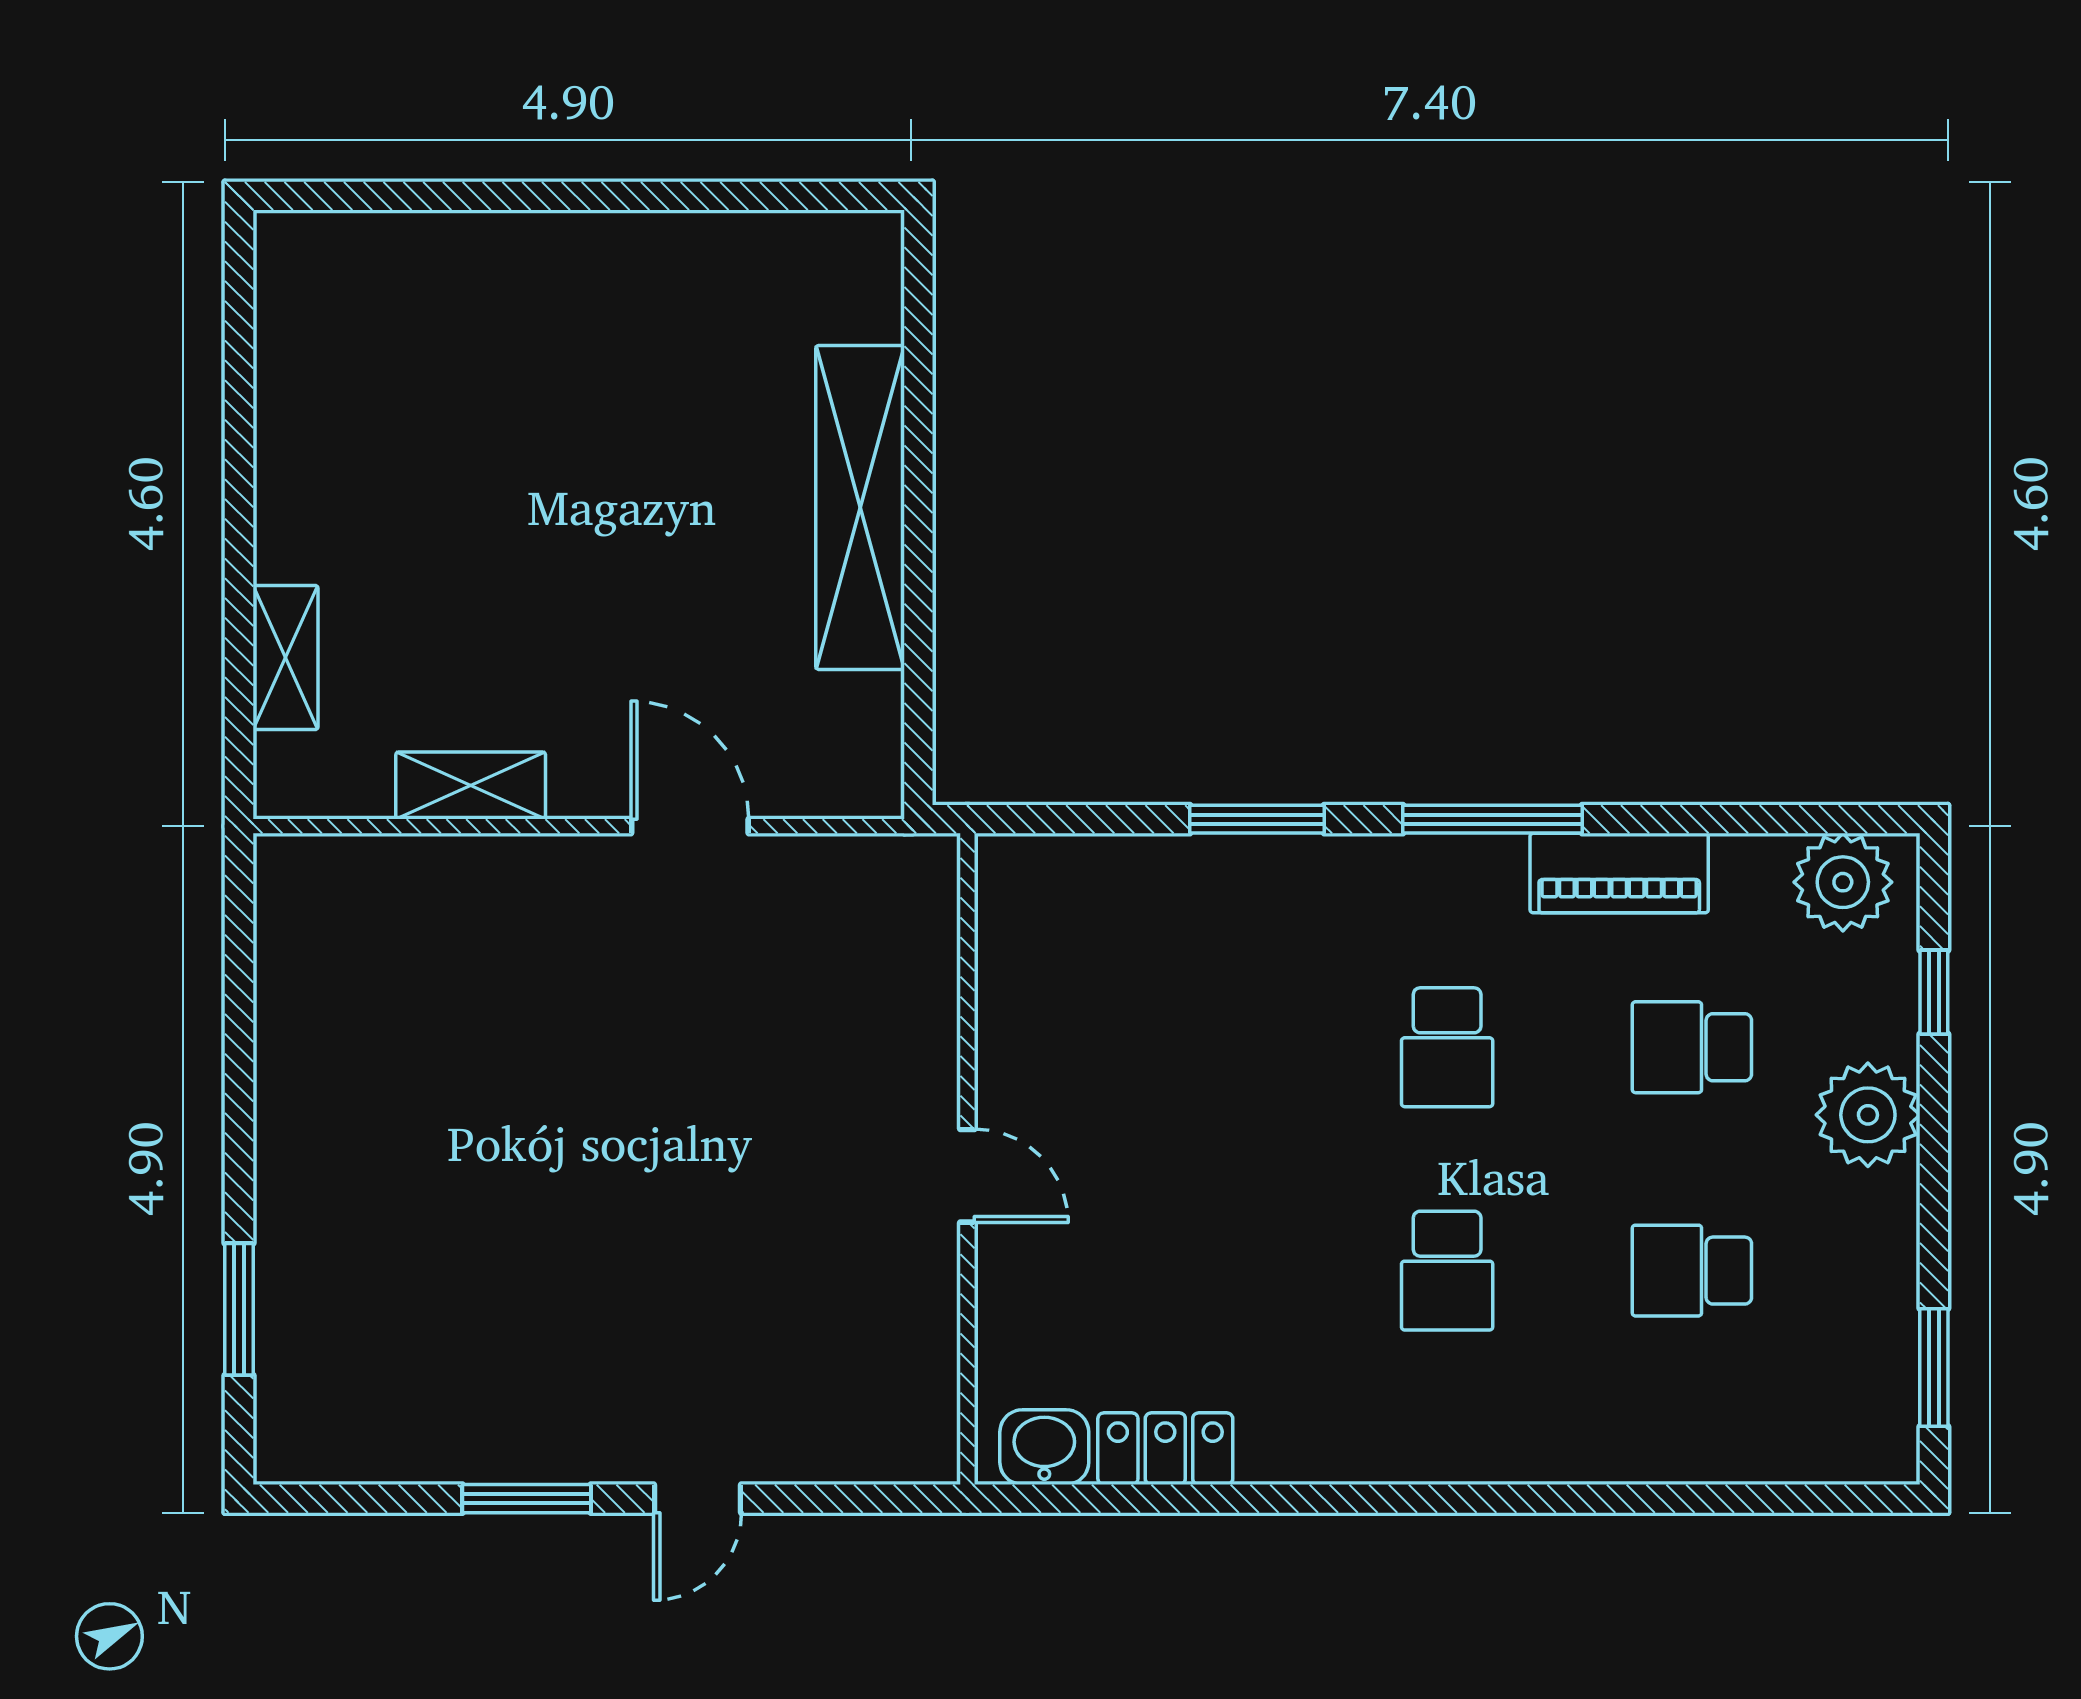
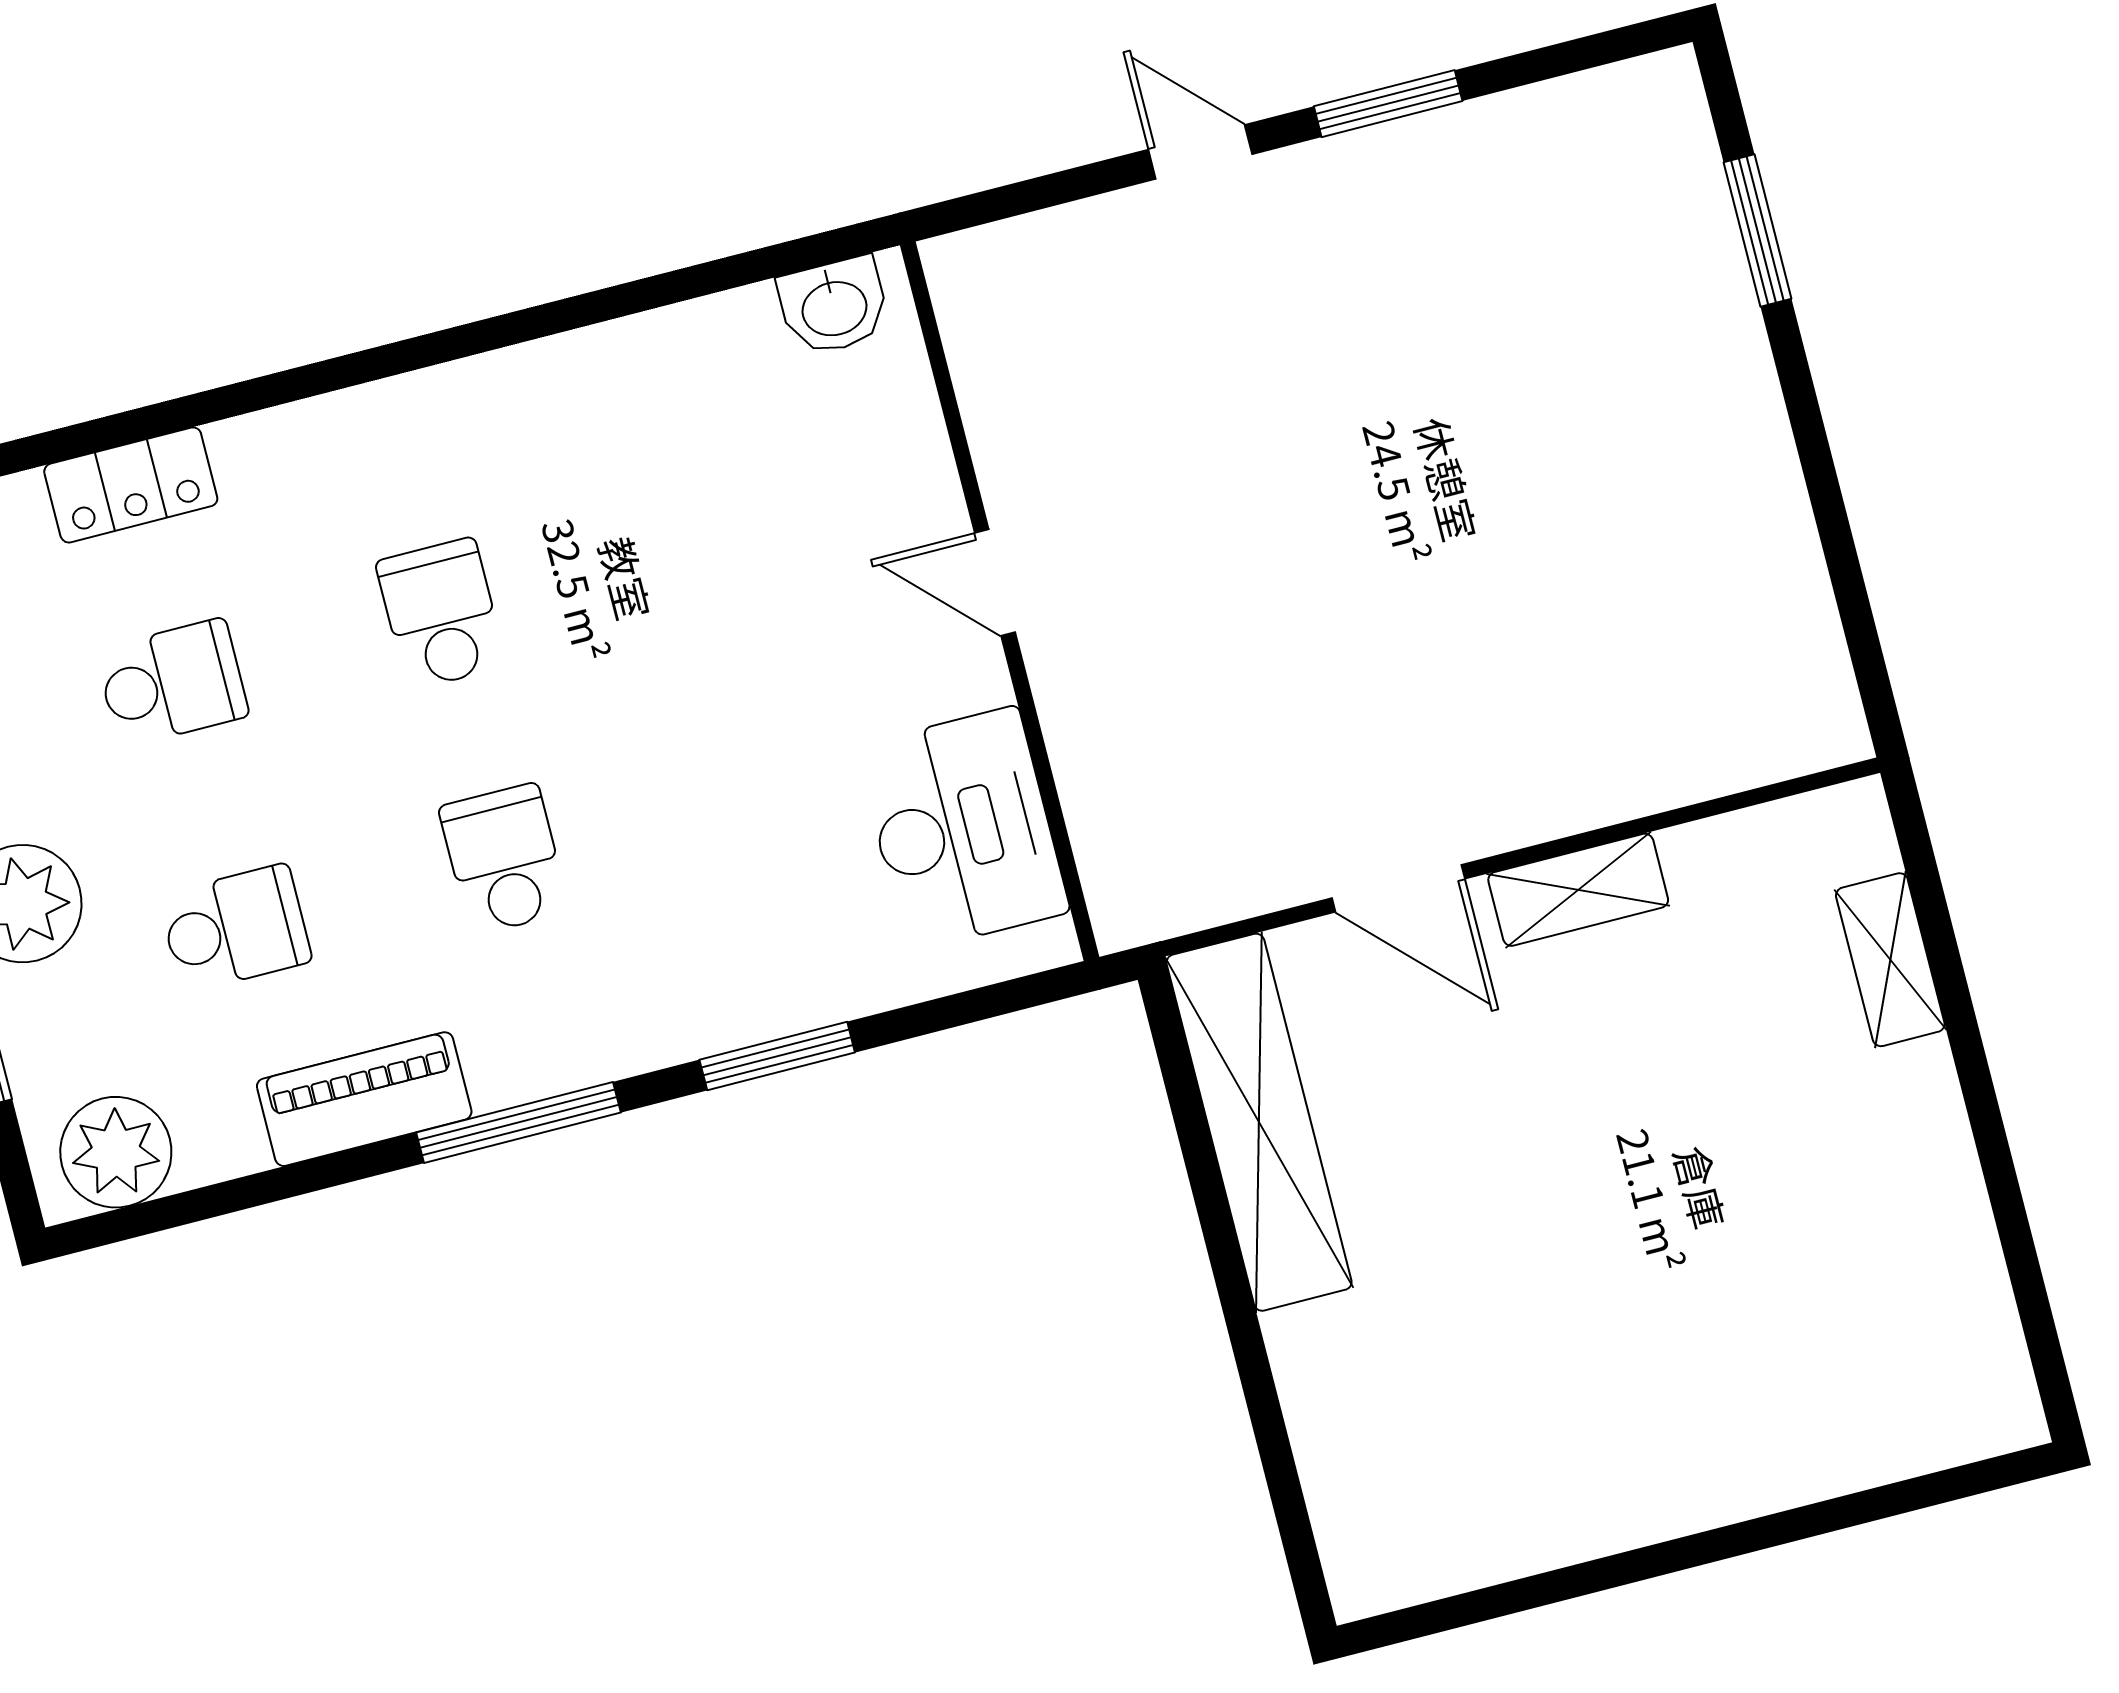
shelving: (860, 507) -> (1259, 1122), moved
shelving: (471, 786) -> (1578, 890), moved
desk: (1049, 972) -> (963, 829), added
locker: (1165, 1449) -> (131, 485), moved
door: (698, 1499) -> (1200, 152), hinge flipped

